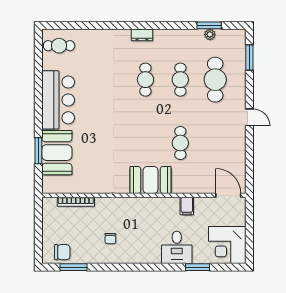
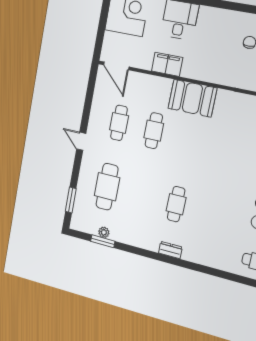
cafe table: (180, 80) -> (119, 123), moved
filing cabinet: (187, 206) -> (167, 64), width x2.00

